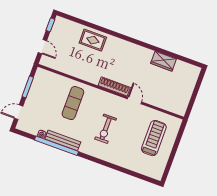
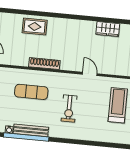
shoe rack: (114, 86) -> (44, 64), moved
exercise mat: (73, 103) -> (31, 92), turned 90

